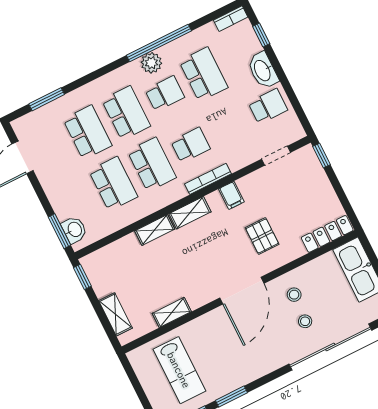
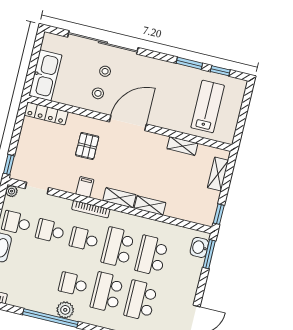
school desk: (203, 74) -> (50, 231), moved, width x0.54
plant: (298, 133) -> (12, 191), added

